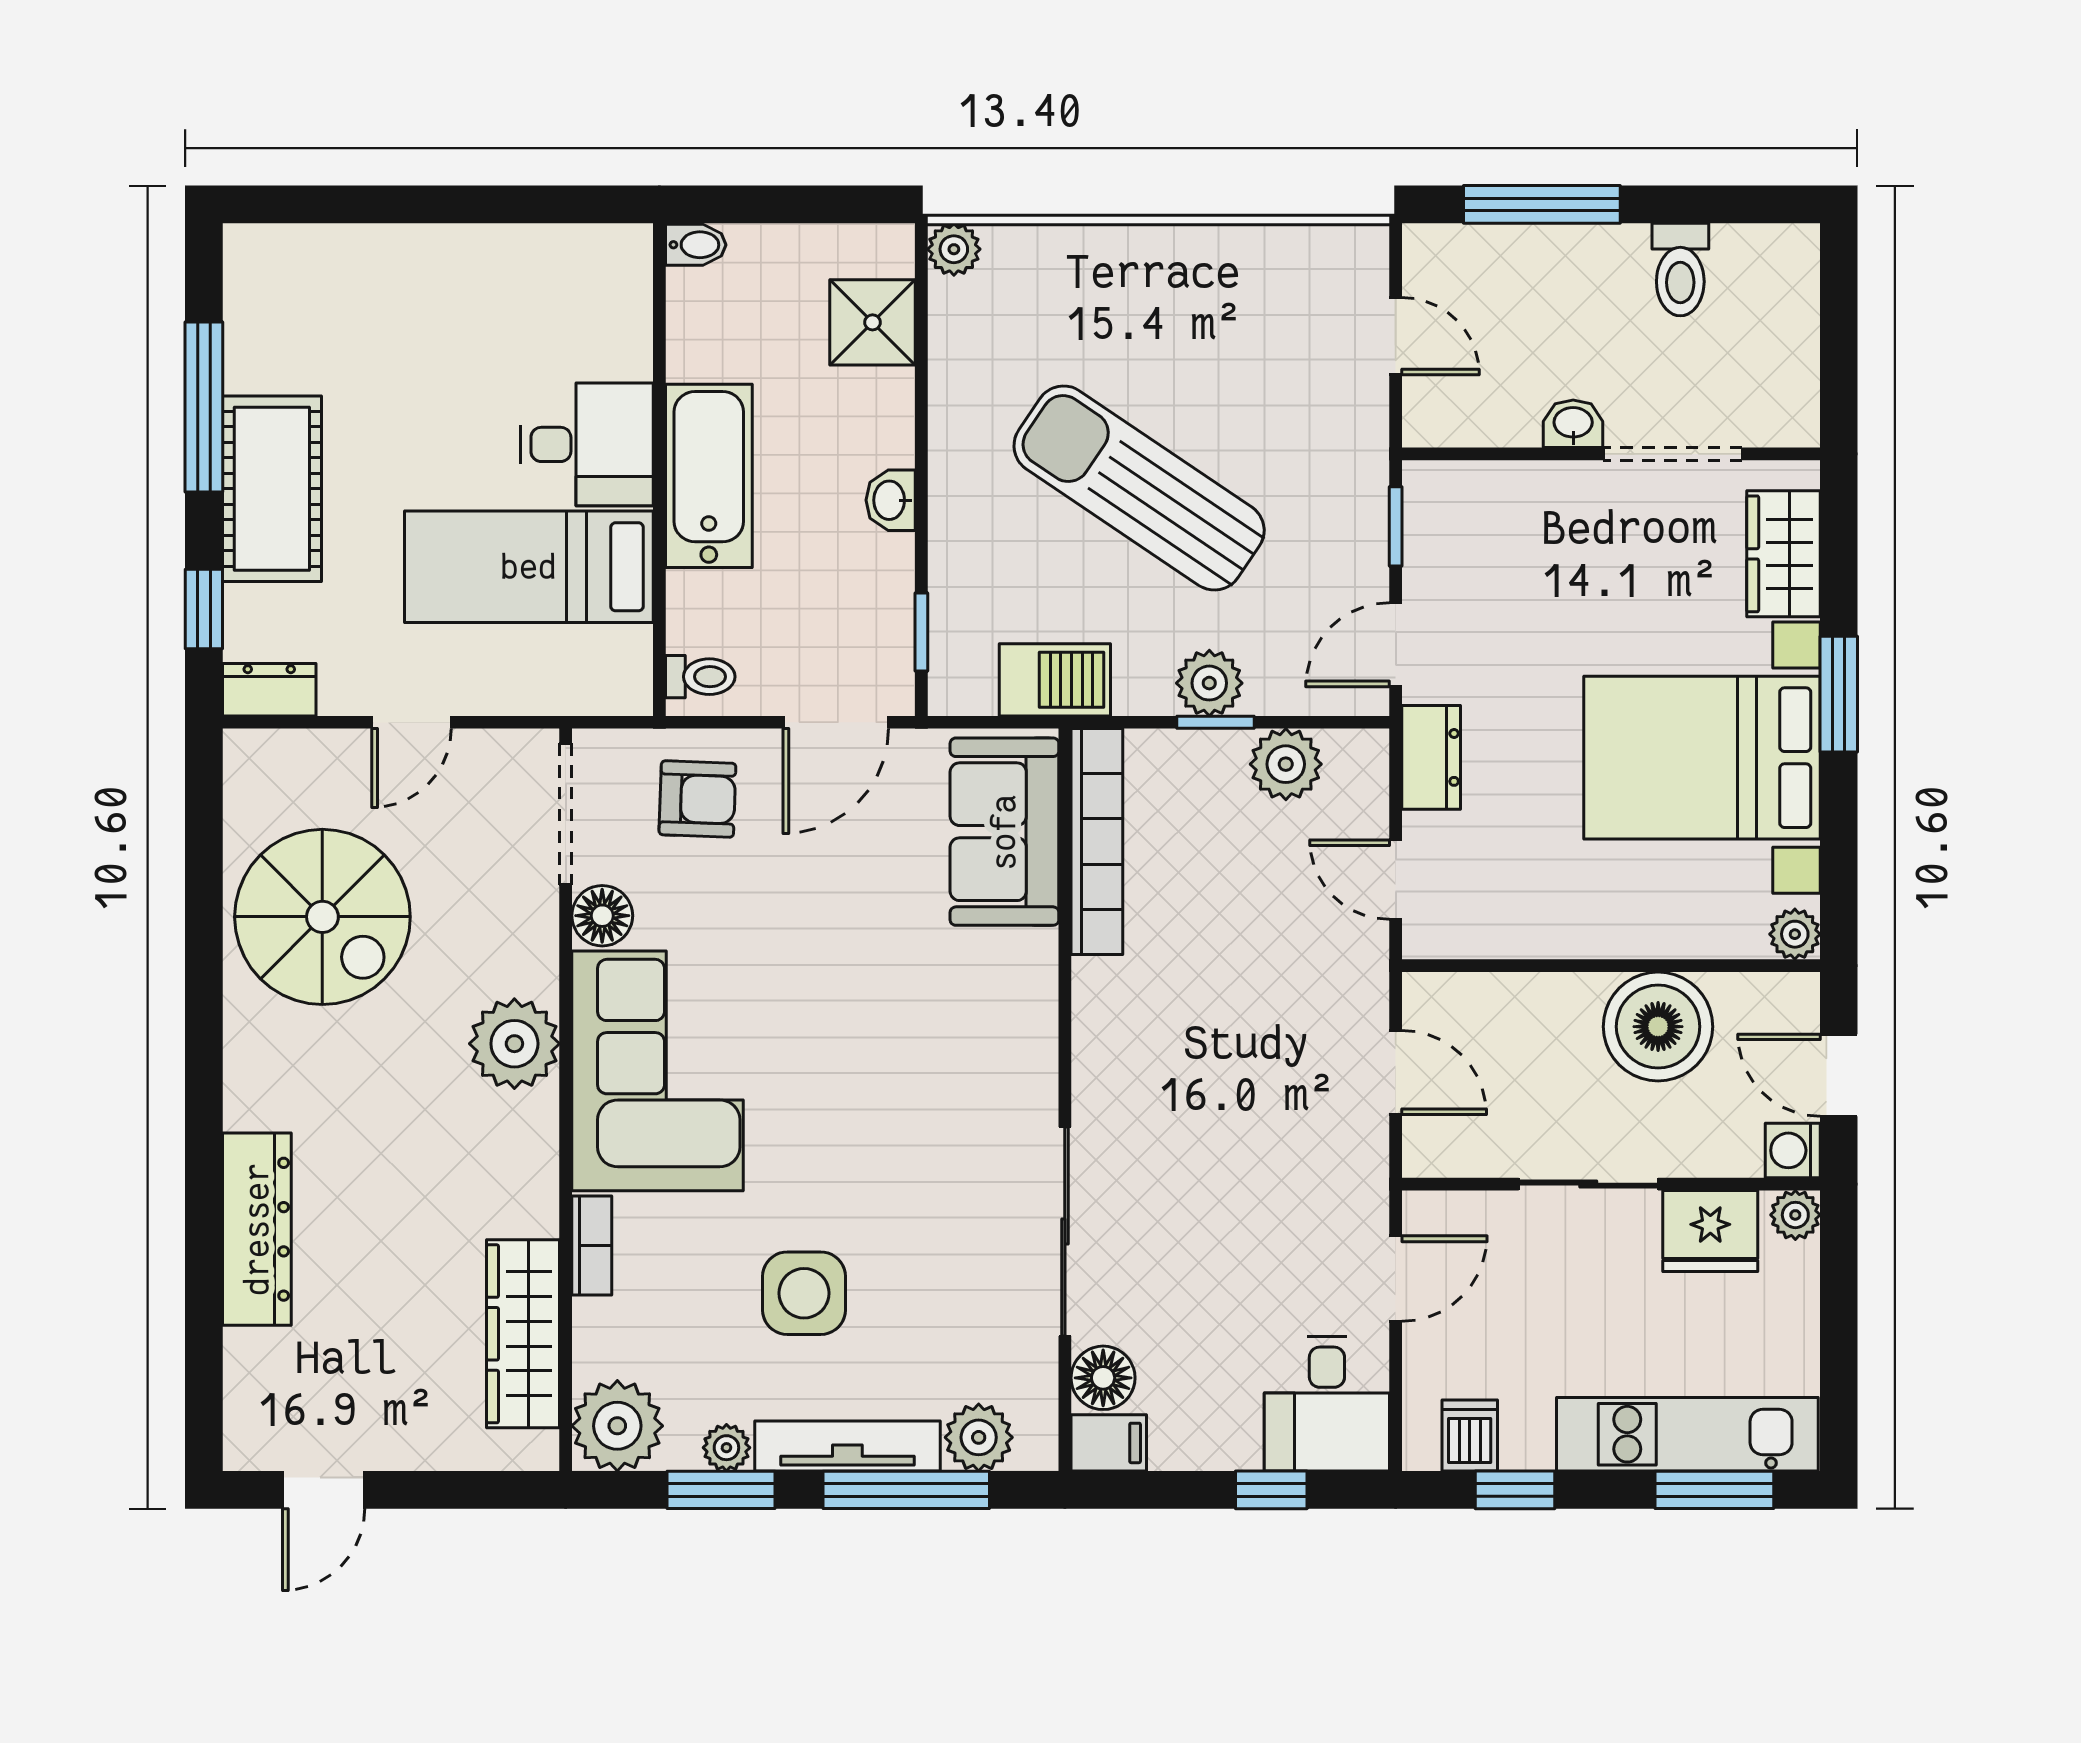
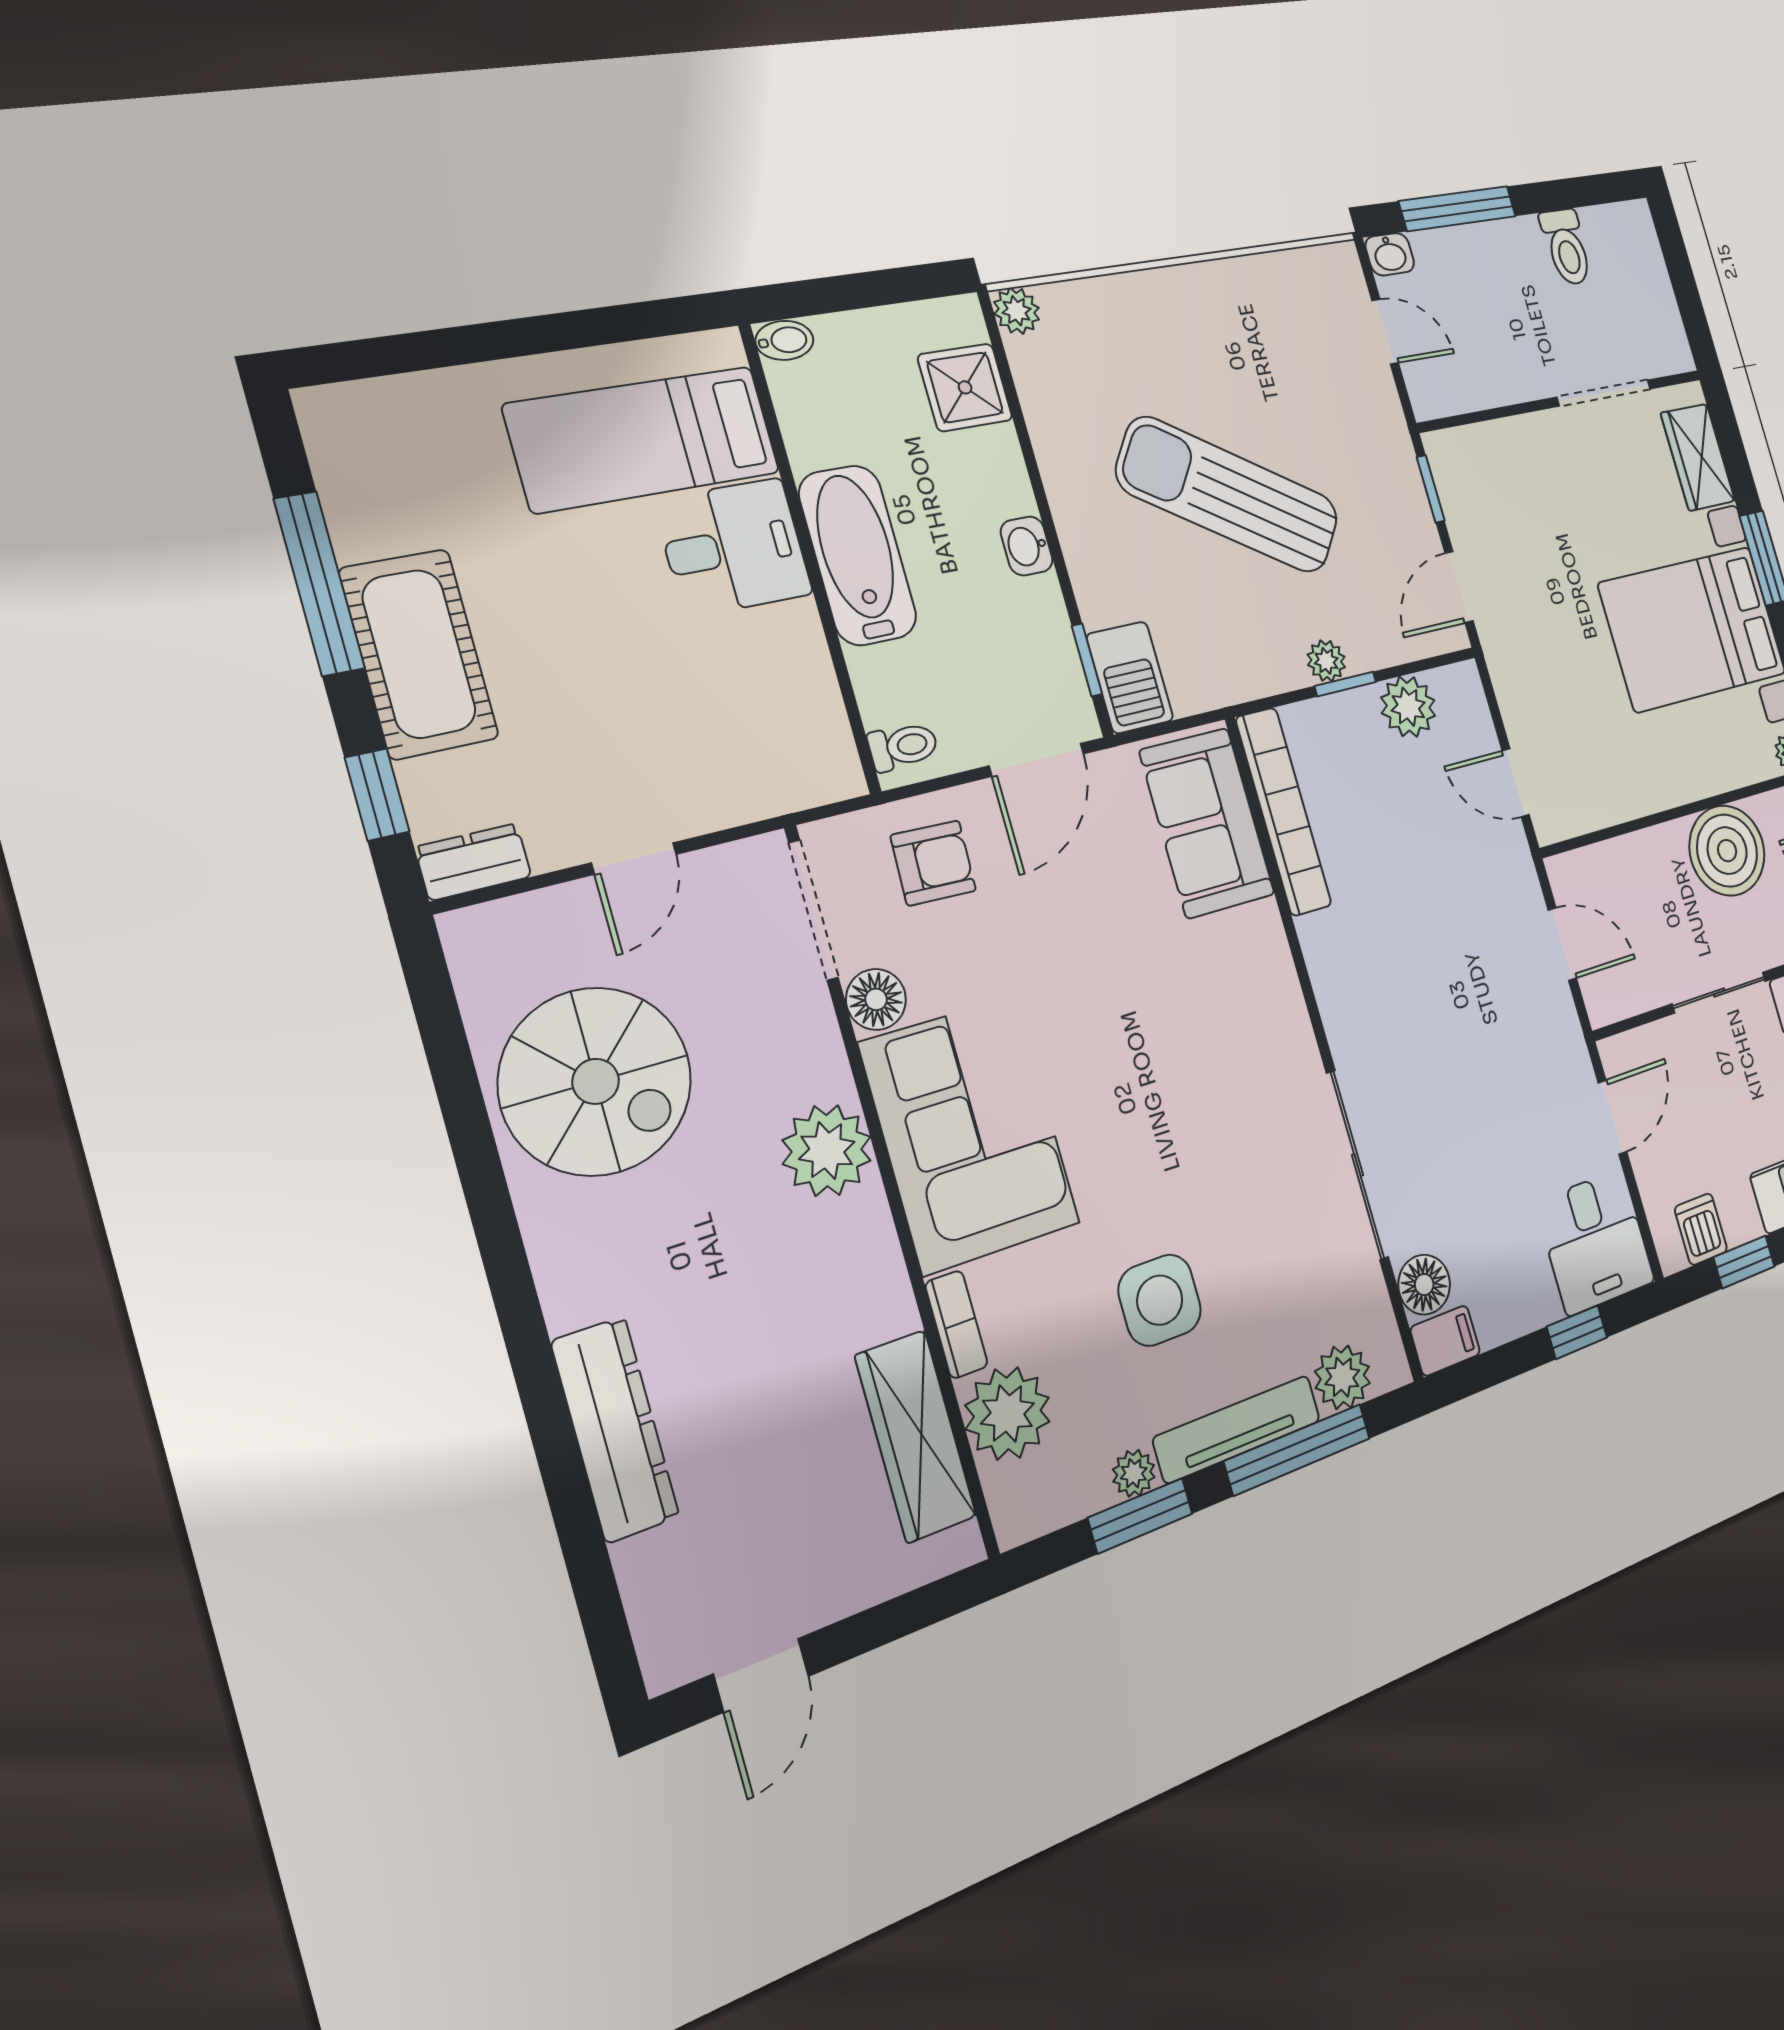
washbasin: (1573, 424) -> (1390, 254), moved, turned 180
bed: (529, 567) -> (643, 439), moved
barbecue: (1055, 680) -> (1130, 677), moved, turned 90
plant: (1209, 683) -> (1326, 661), width x0.73, depth x0.73
dresser: (1431, 757) -> (1511, 675), removed
plant: (617, 1426) -> (1008, 1413), moved

